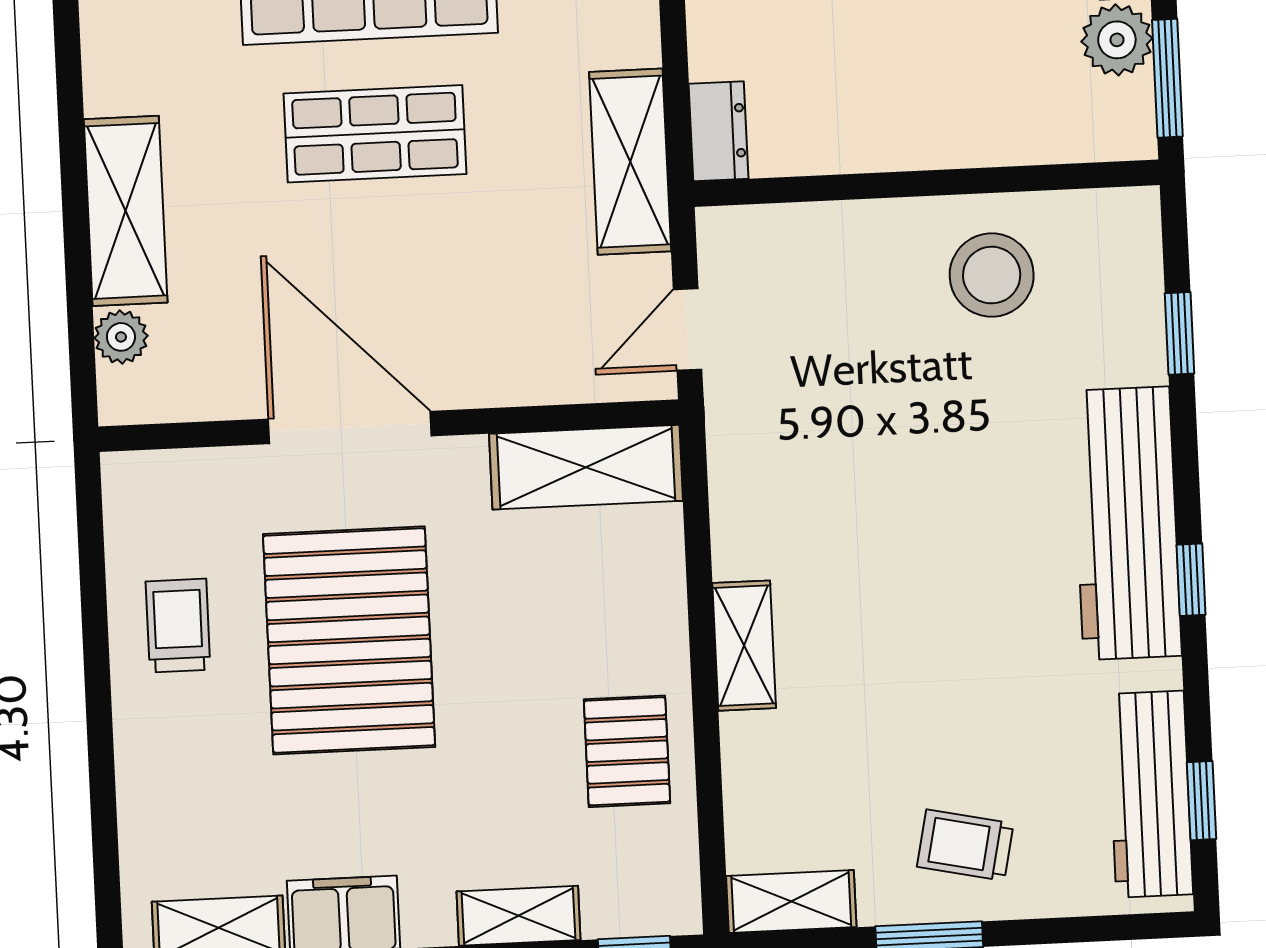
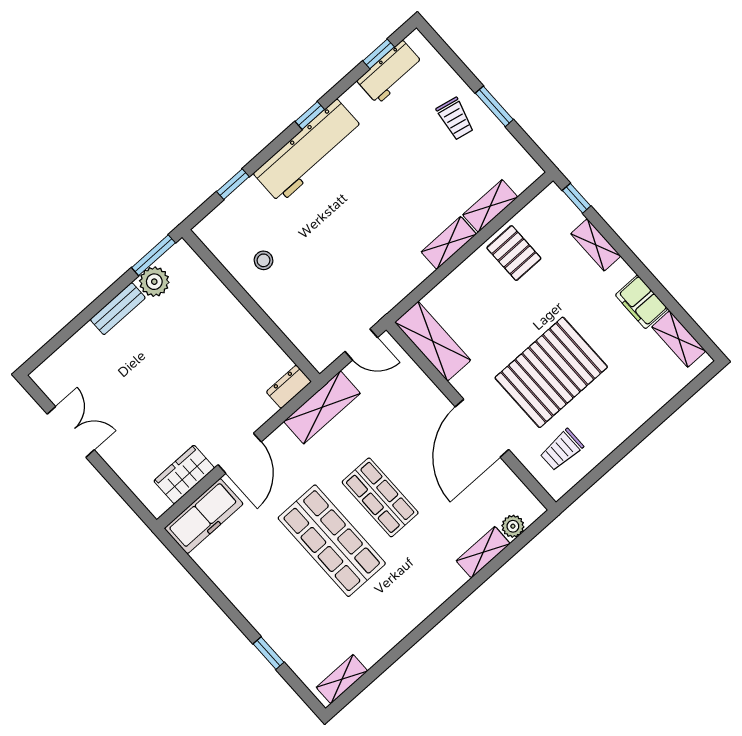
shelving: (126, 211) -> (483, 552), width x0.67, depth x0.75
stool: (992, 275) -> (263, 260), width x0.53, depth x0.53
trolley: (178, 625) -> (562, 450), moved
pallet: (627, 751) -> (514, 253), turned 90
workbench: (1150, 794) -> (390, 72), width x0.73
shelving: (791, 902) -> (490, 206), moved, turned 90

